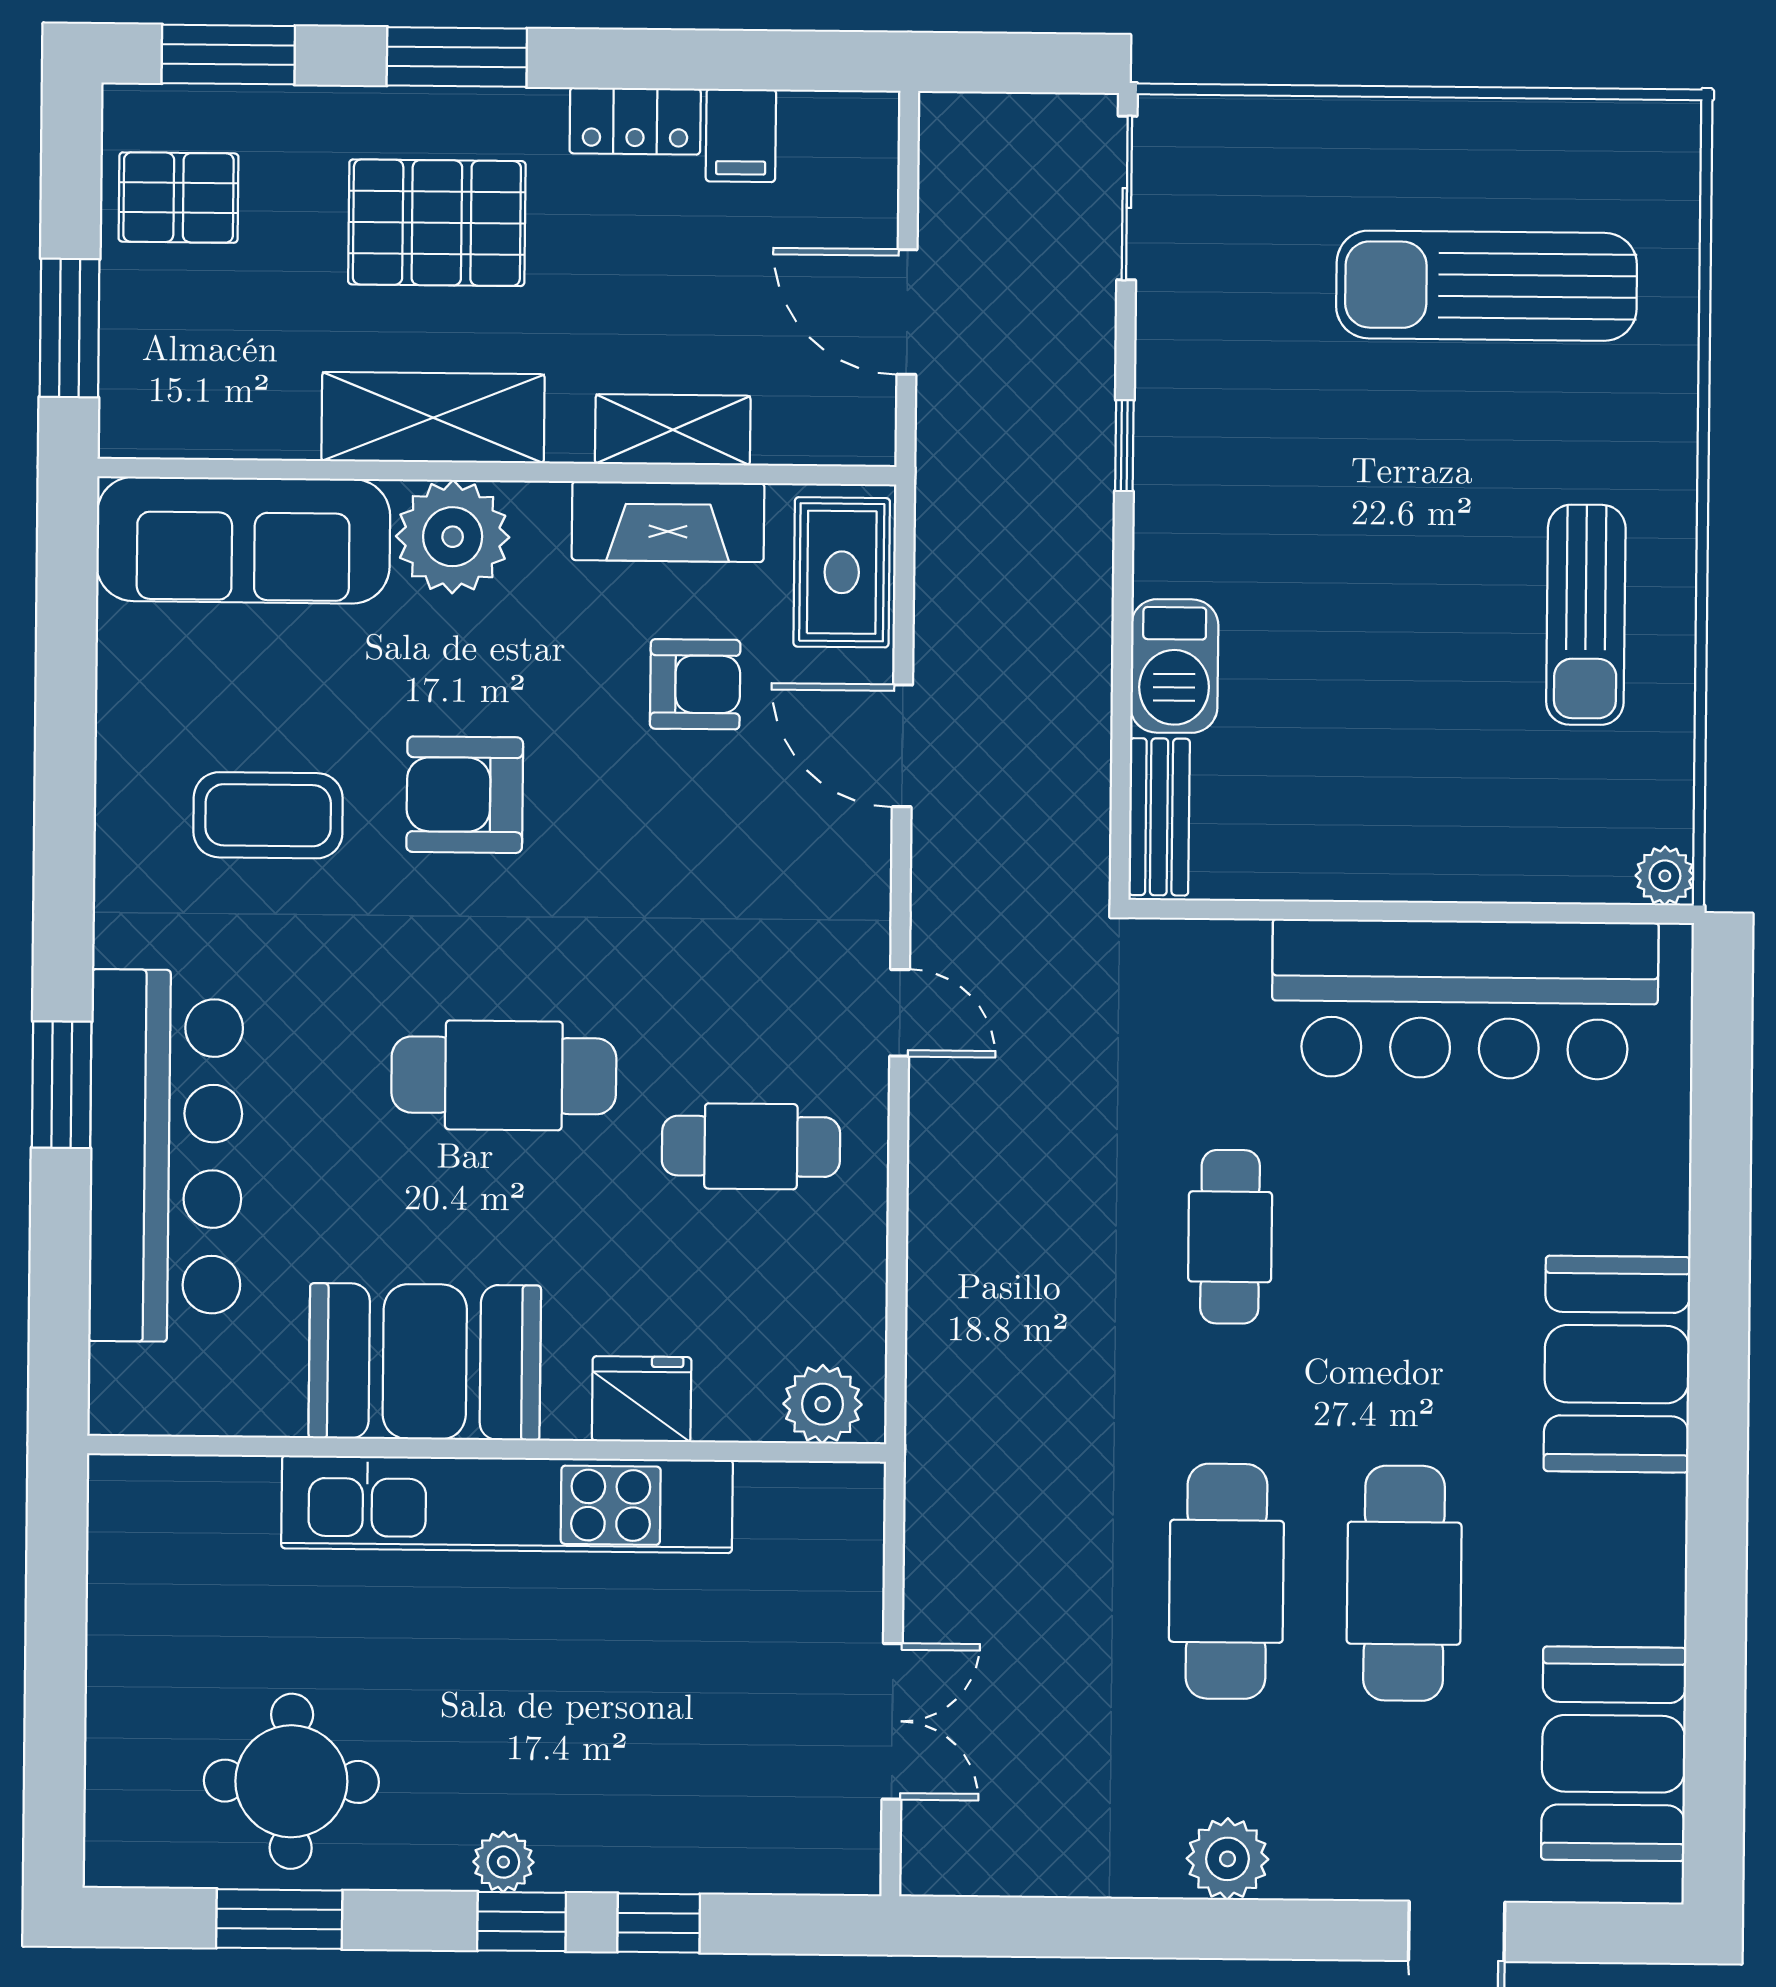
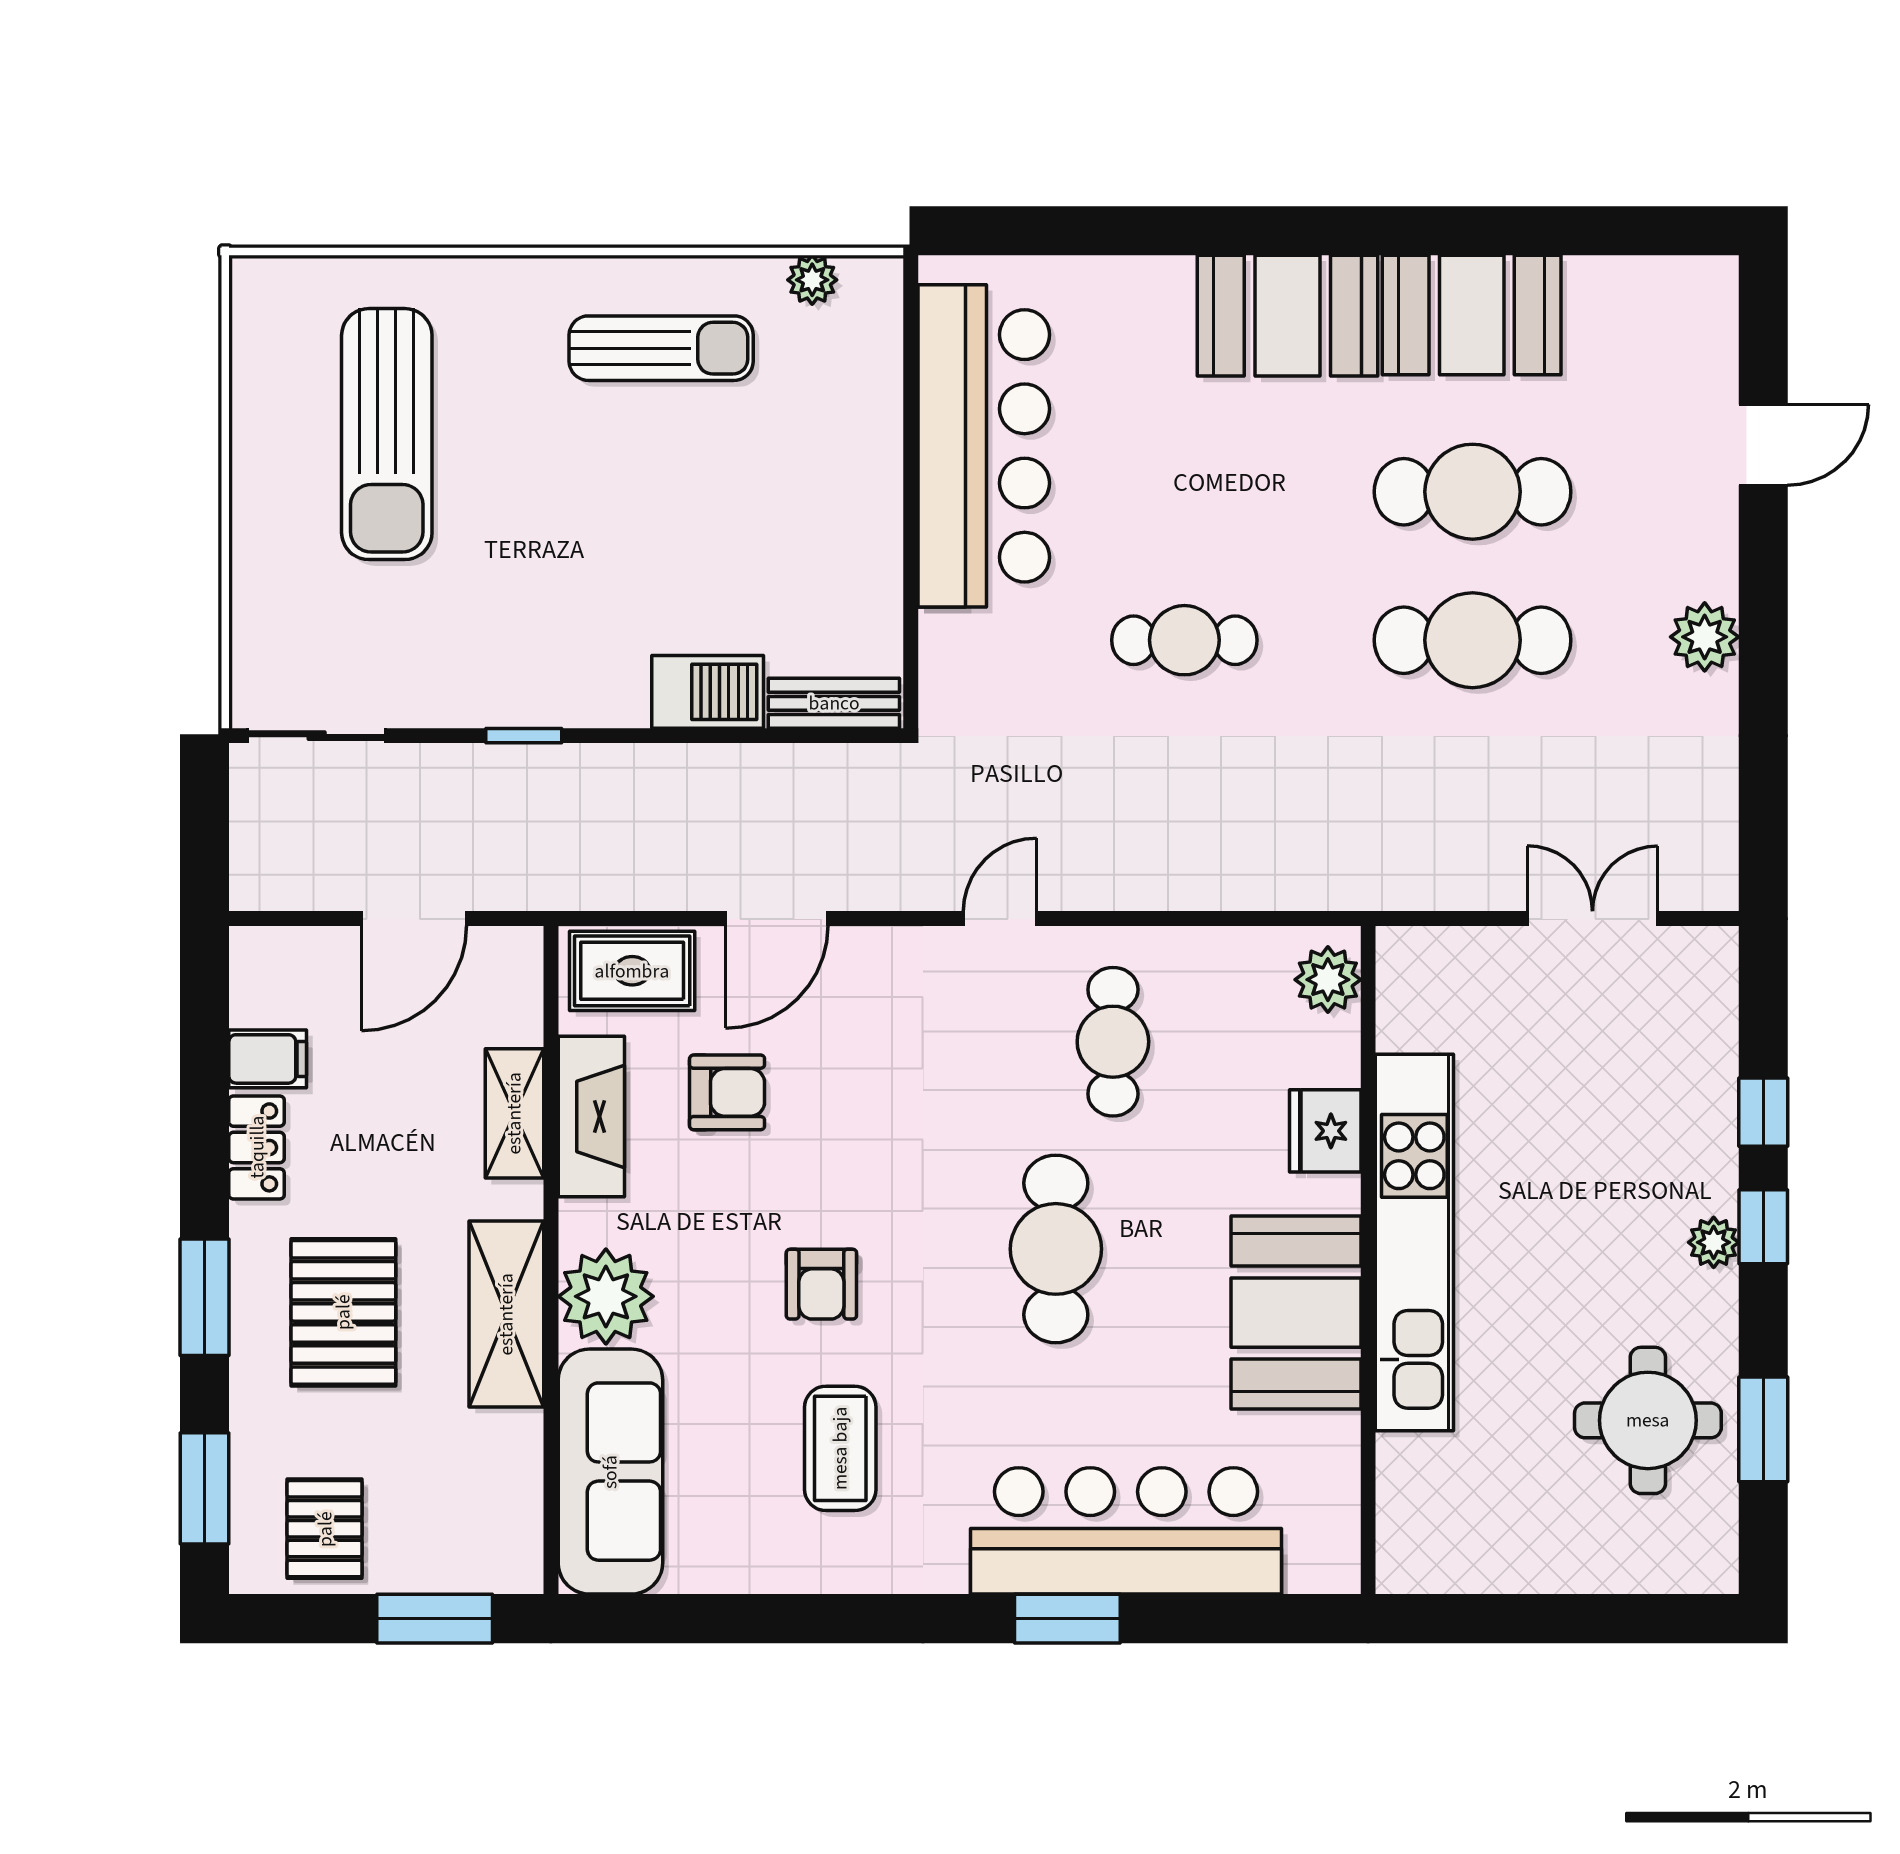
armchair: (695, 684) -> (727, 1092), turned 90
armchair: (465, 795) -> (821, 1284), width x0.72, depth x0.72
plant: (1665, 876) -> (812, 280), moved
booth: (1614, 1754) -> (1472, 315), moved

